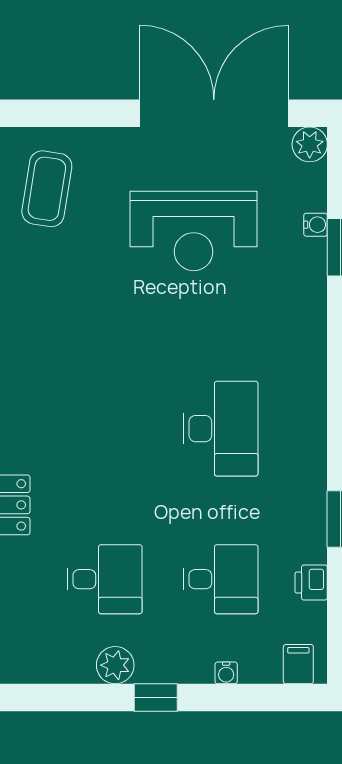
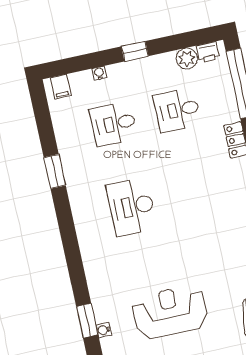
printer: (311, 583) -> (208, 52), moved, turned 90
plant: (115, 665) -> (187, 58), moved

